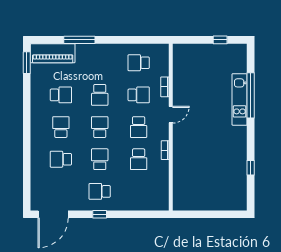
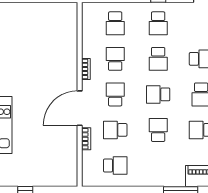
door: (171, 115) -> (80, 108), width x1.87
school desk: (100, 127) -> (158, 94), turned 90
school desk: (100, 191) -> (158, 23), turned 90
school desk: (139, 191) -> (115, 23), added

